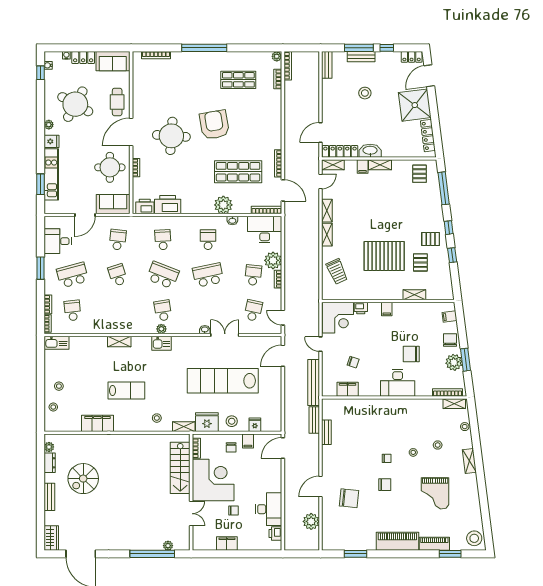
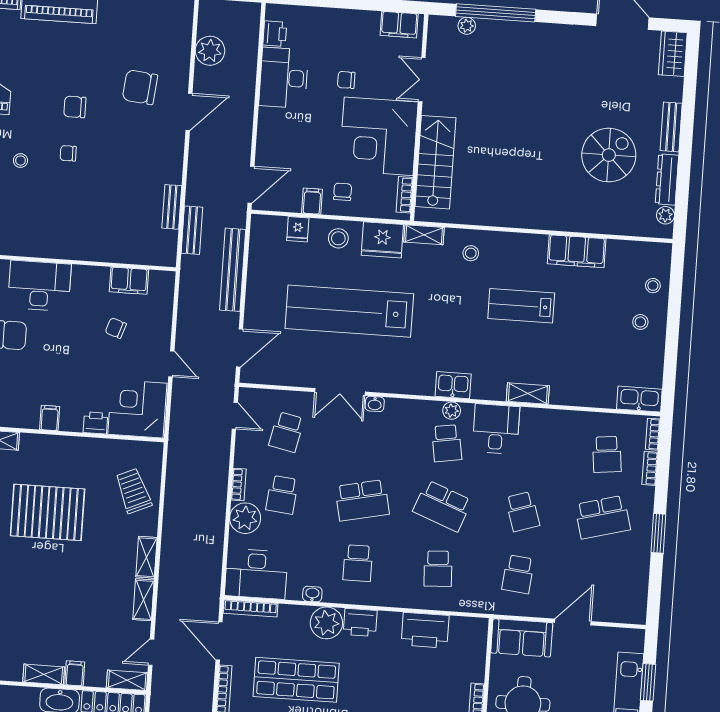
printer: (145, 206) -> (360, 622), moved
desk: (58, 241) -> (496, 429), moved, turned -90
lab bench: (223, 381) -> (349, 311), turned 180
bench: (314, 383) -> (233, 270), moved
dresser: (50, 463) -> (667, 180), width x1.44
filing cabinet: (227, 544) -> (399, 25), moved

